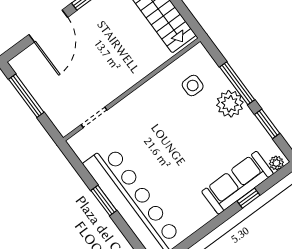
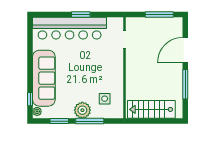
door: (48, 26) -> (185, 50), hinge flipped
sofa: (238, 183) -> (44, 78), width x1.36, depth x1.27
window: (249, 198) -> (30, 99), moved

